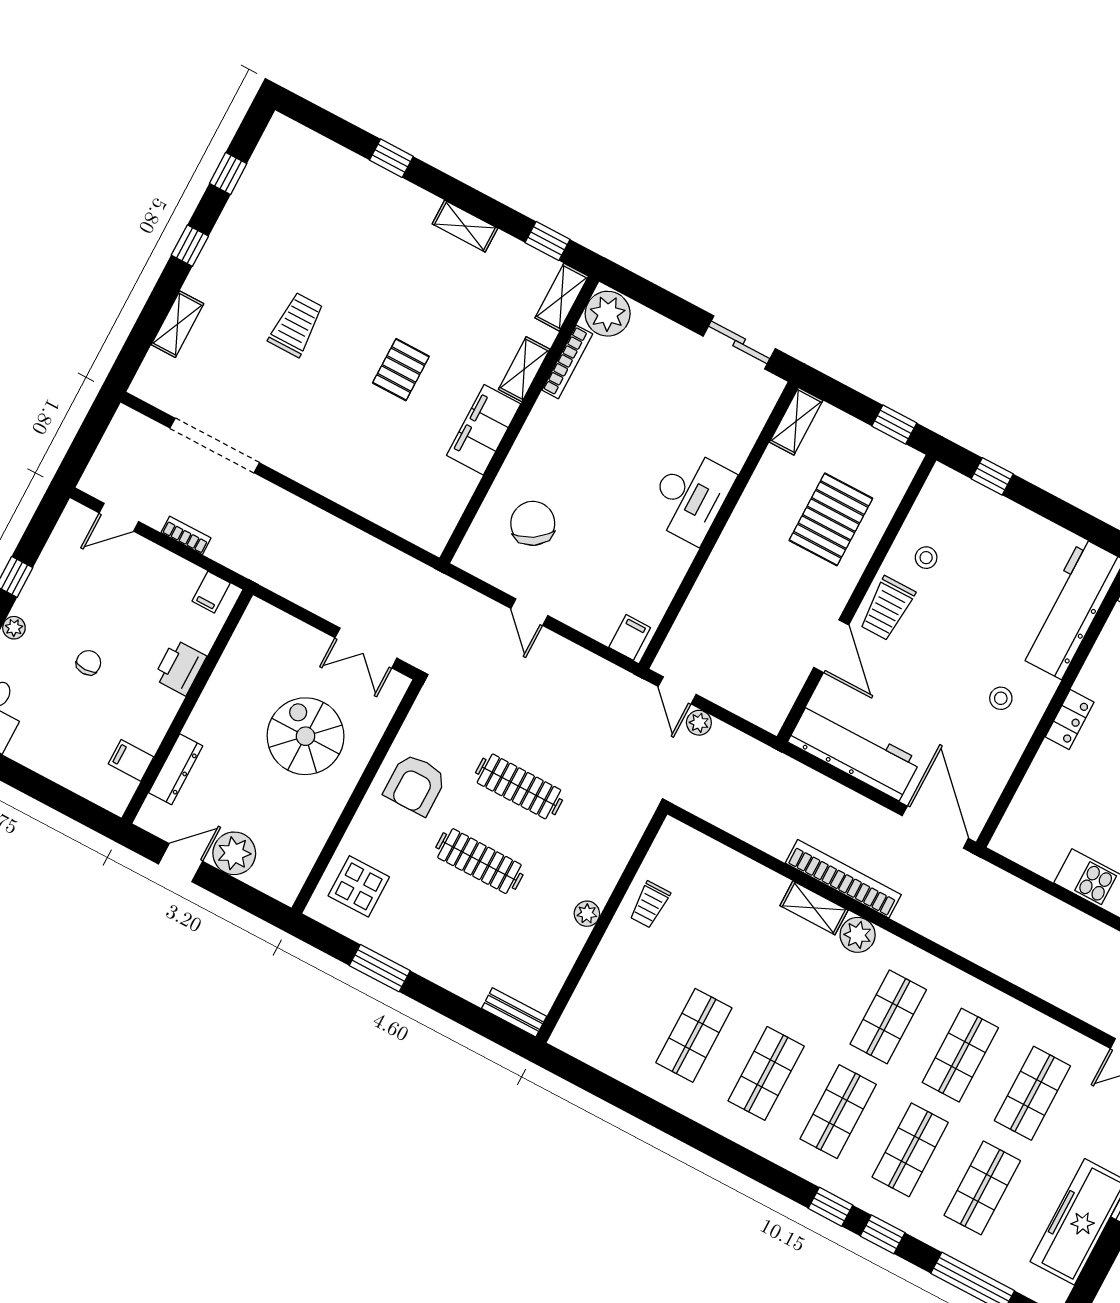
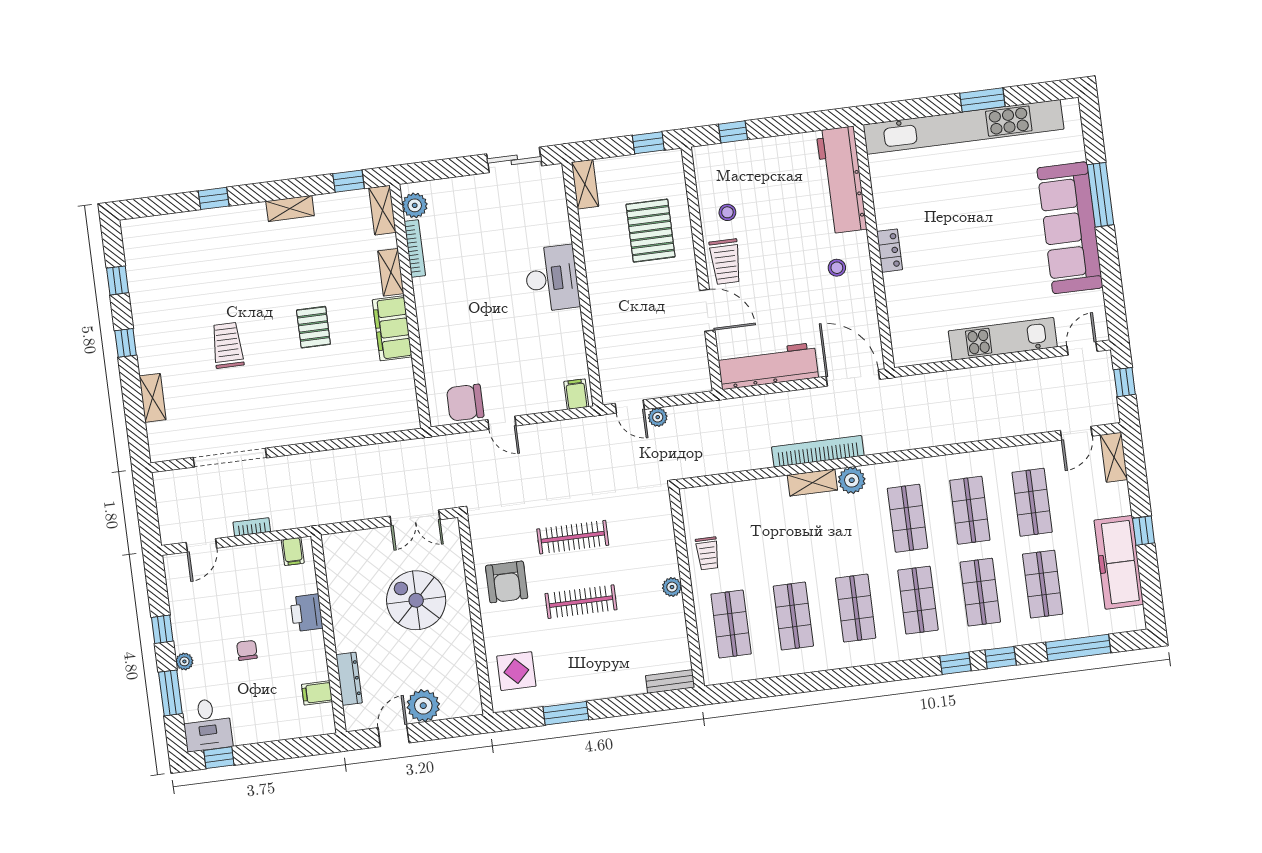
plant: (608, 314) -> (415, 205), width x0.73, depth x0.73
chair: (533, 523) -> (465, 403), moved, turned -58
shop shelf: (622, 997) -> (731, 624), added

